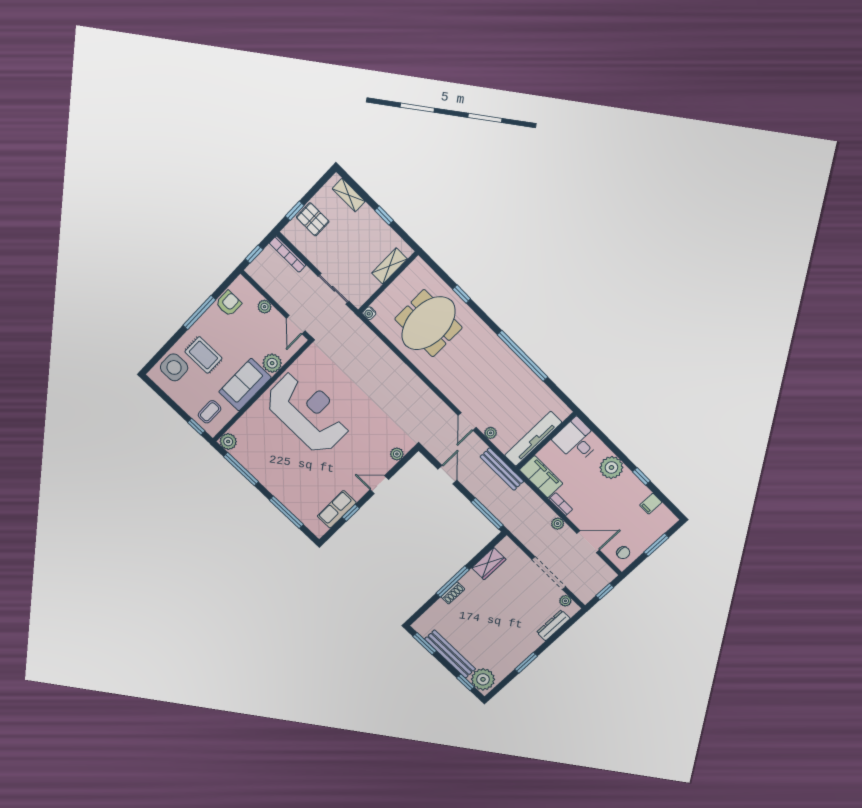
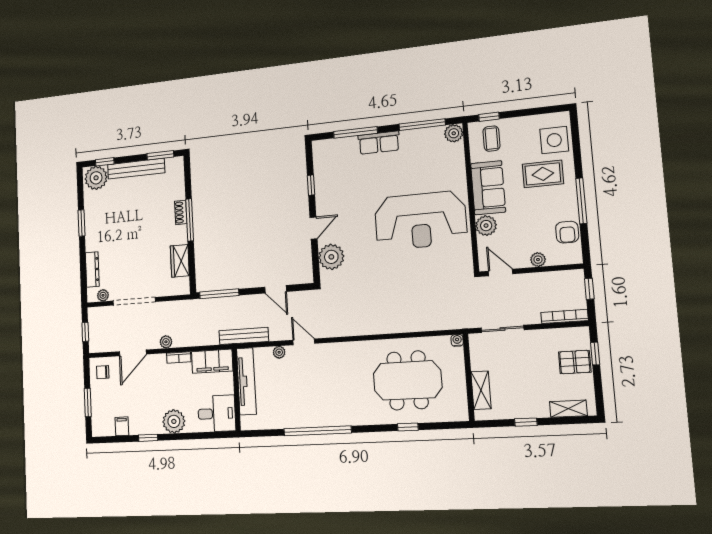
meeting table: (428, 323) -> (407, 380), turned 90
plant: (397, 454) -> (331, 257), width x1.87, depth x1.87
row of seats: (337, 509) -> (379, 143), moved, turned 90

